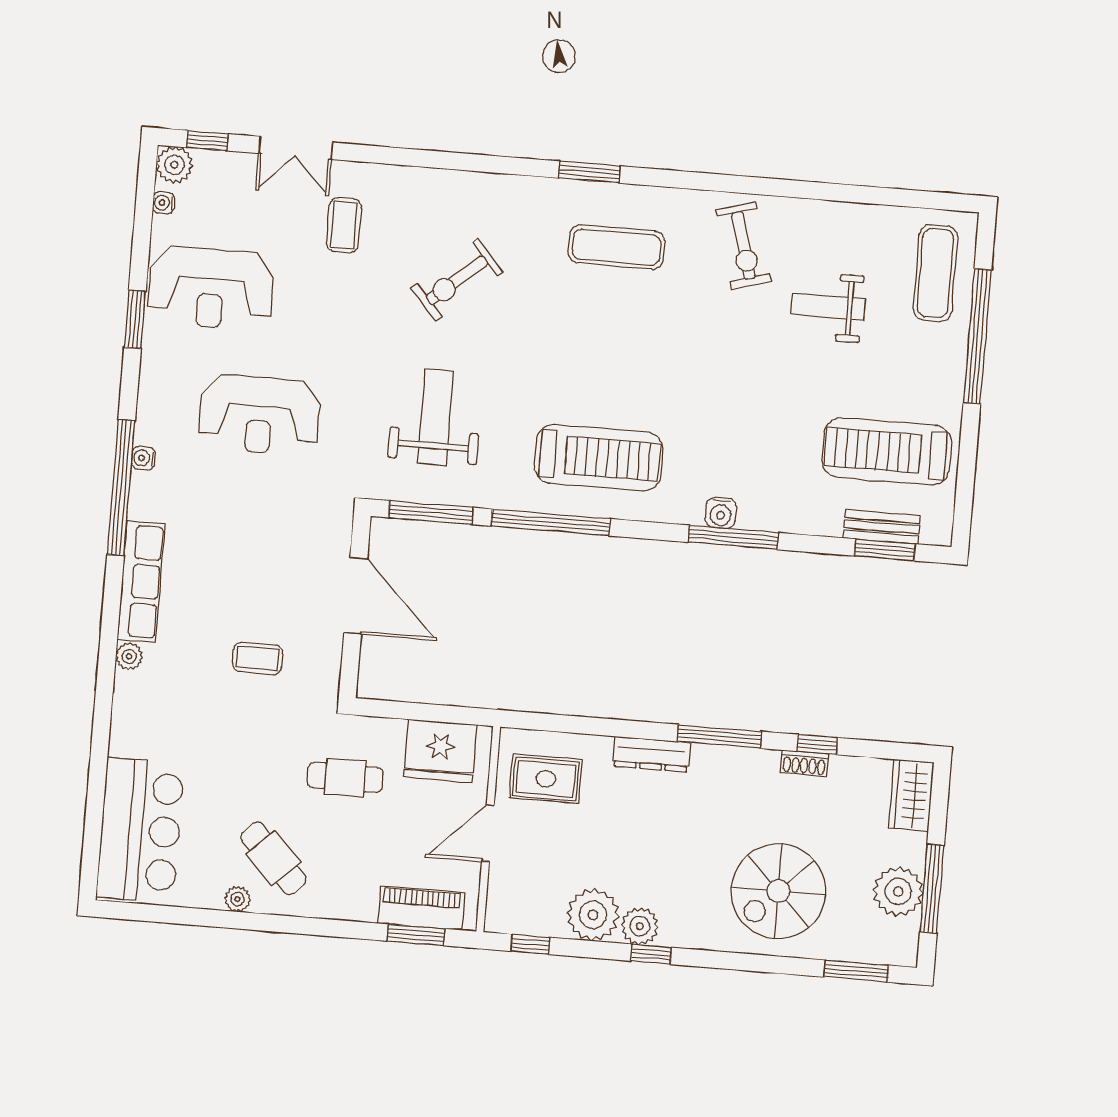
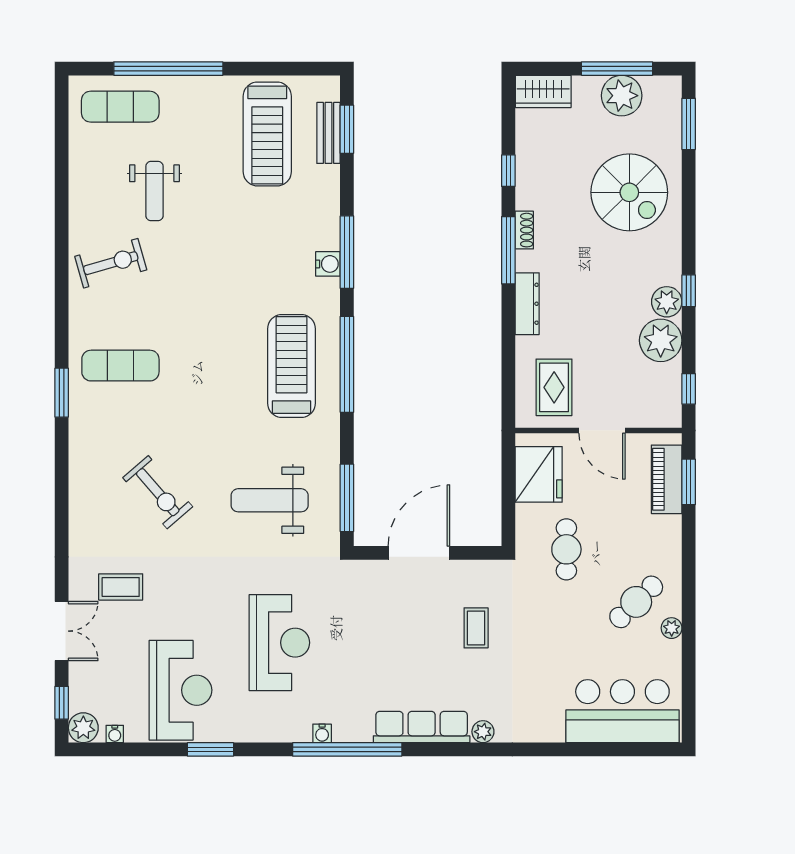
exercise mat: (617, 247) -> (120, 366), turned 90
window: (551, 522) -> (347, 364), moved
shoe rack: (804, 763) -> (524, 230), moved

